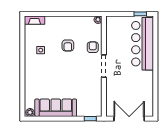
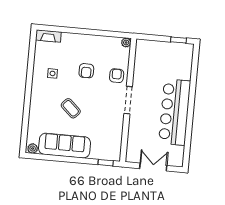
bar counter: (142, 44) -> (175, 112), moved
coffee table: (58, 77) -> (71, 108), added
double door: (129, 119) -> (153, 167), width x0.73

